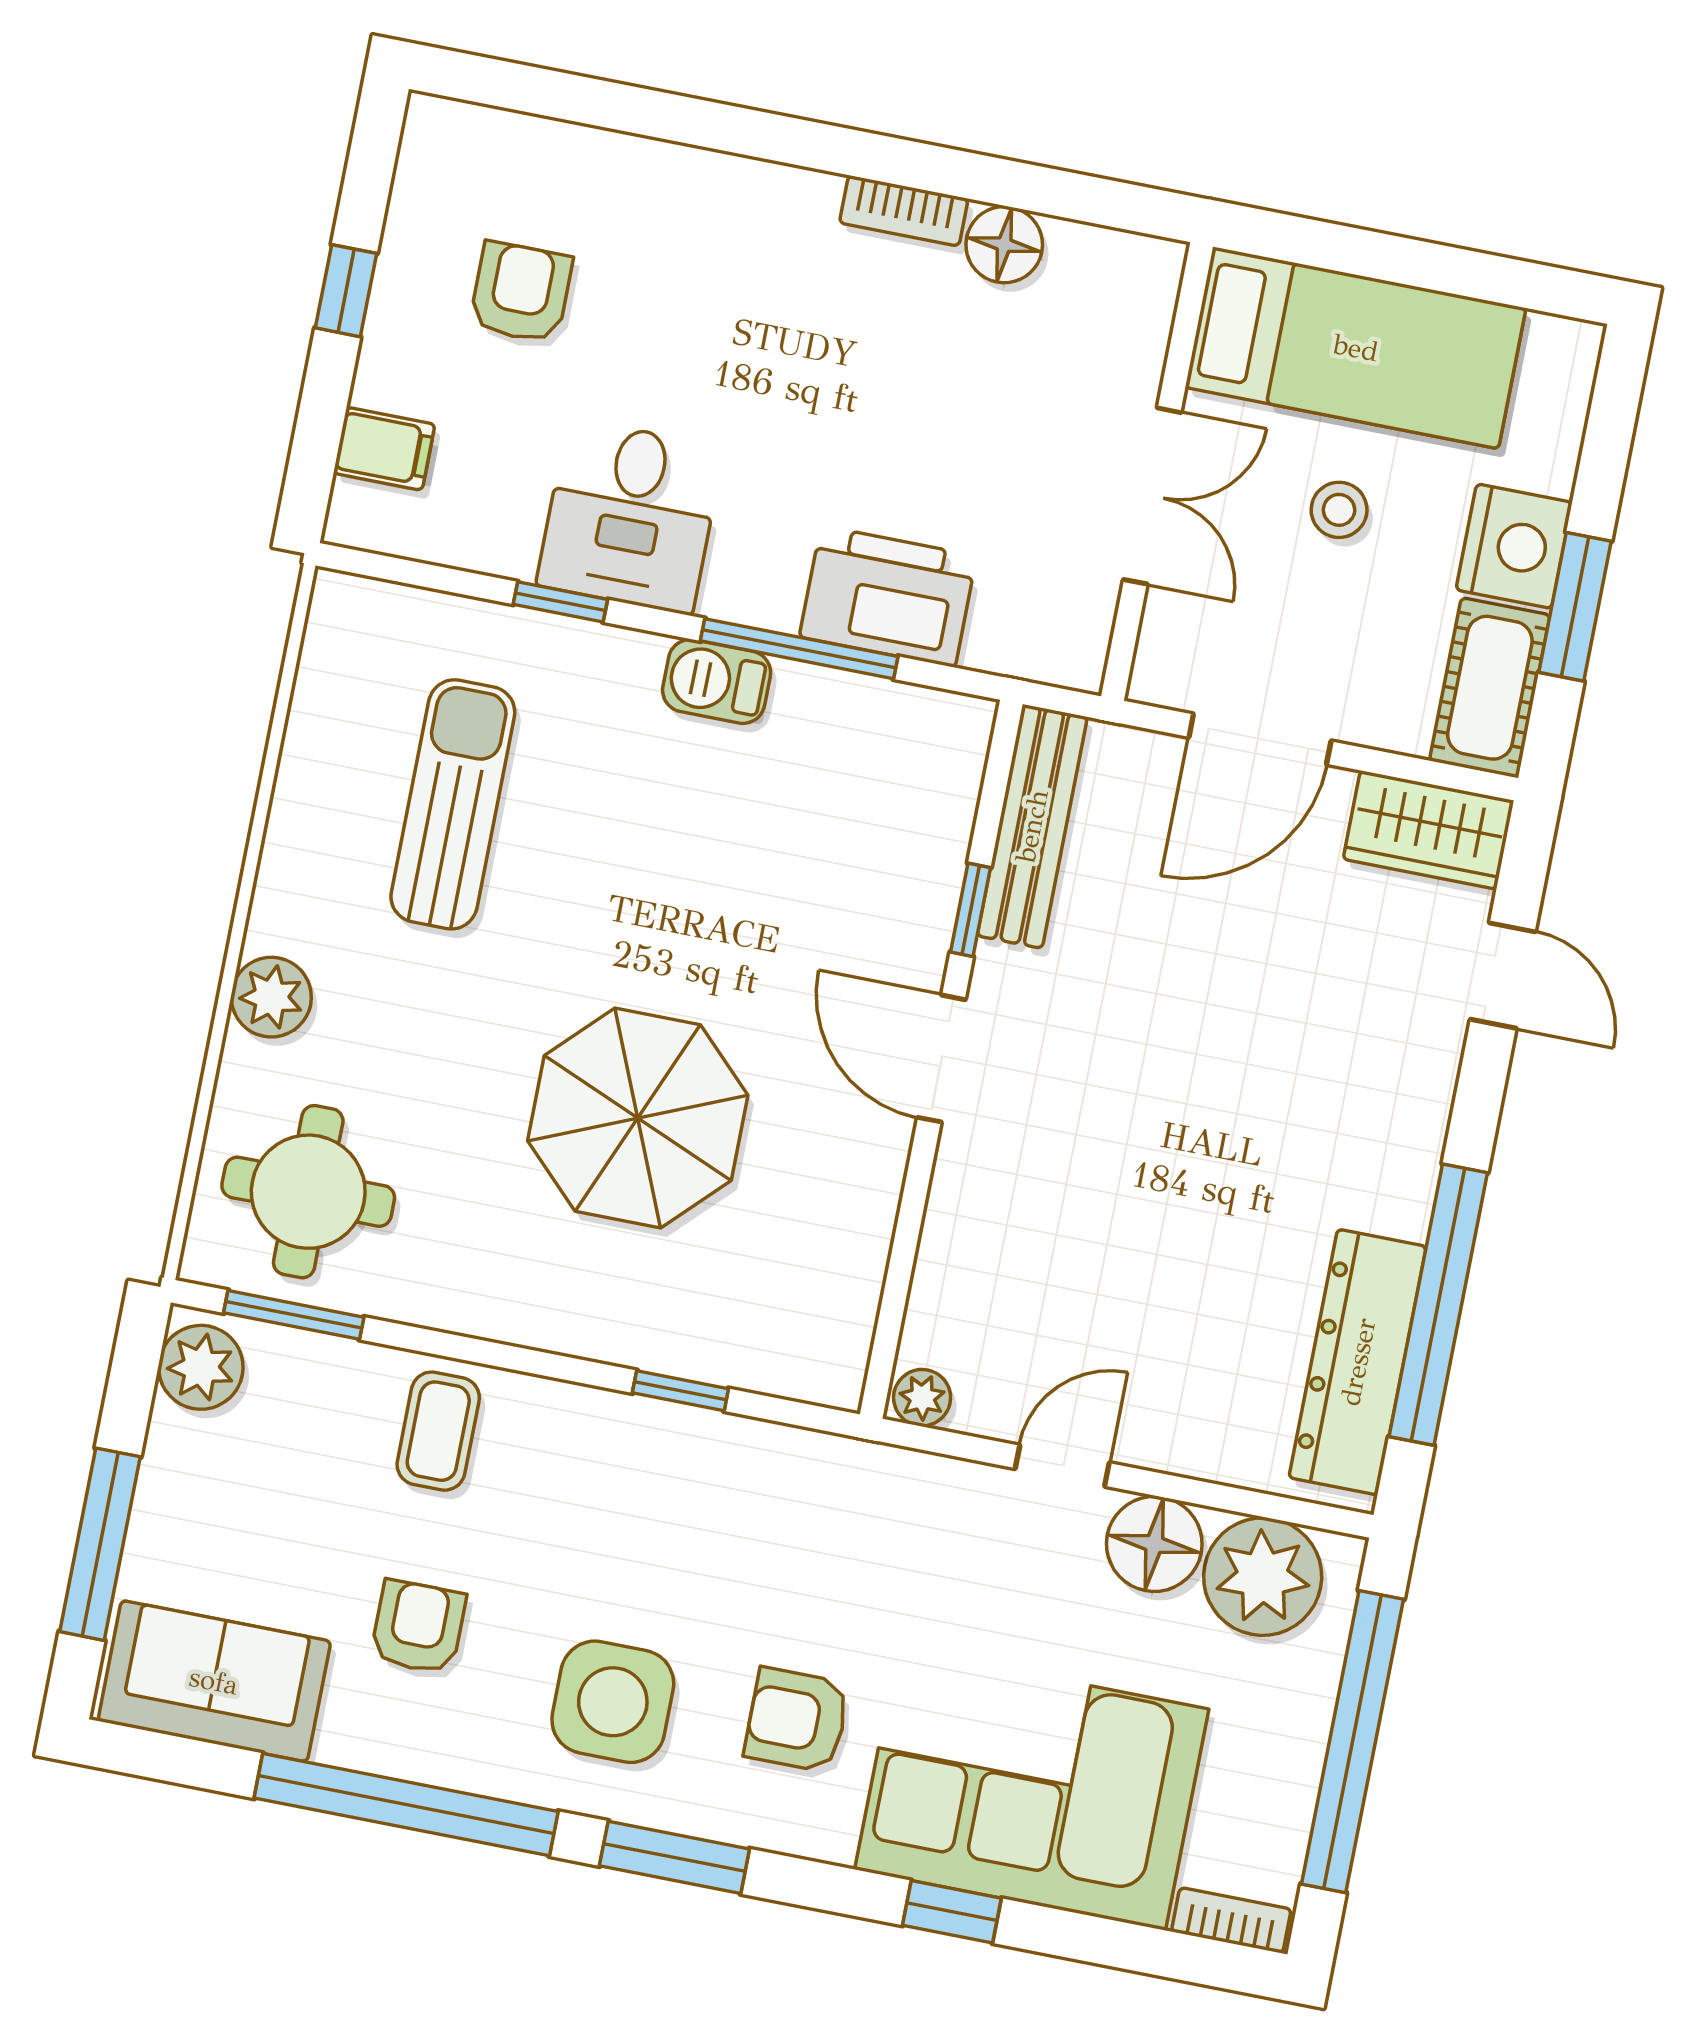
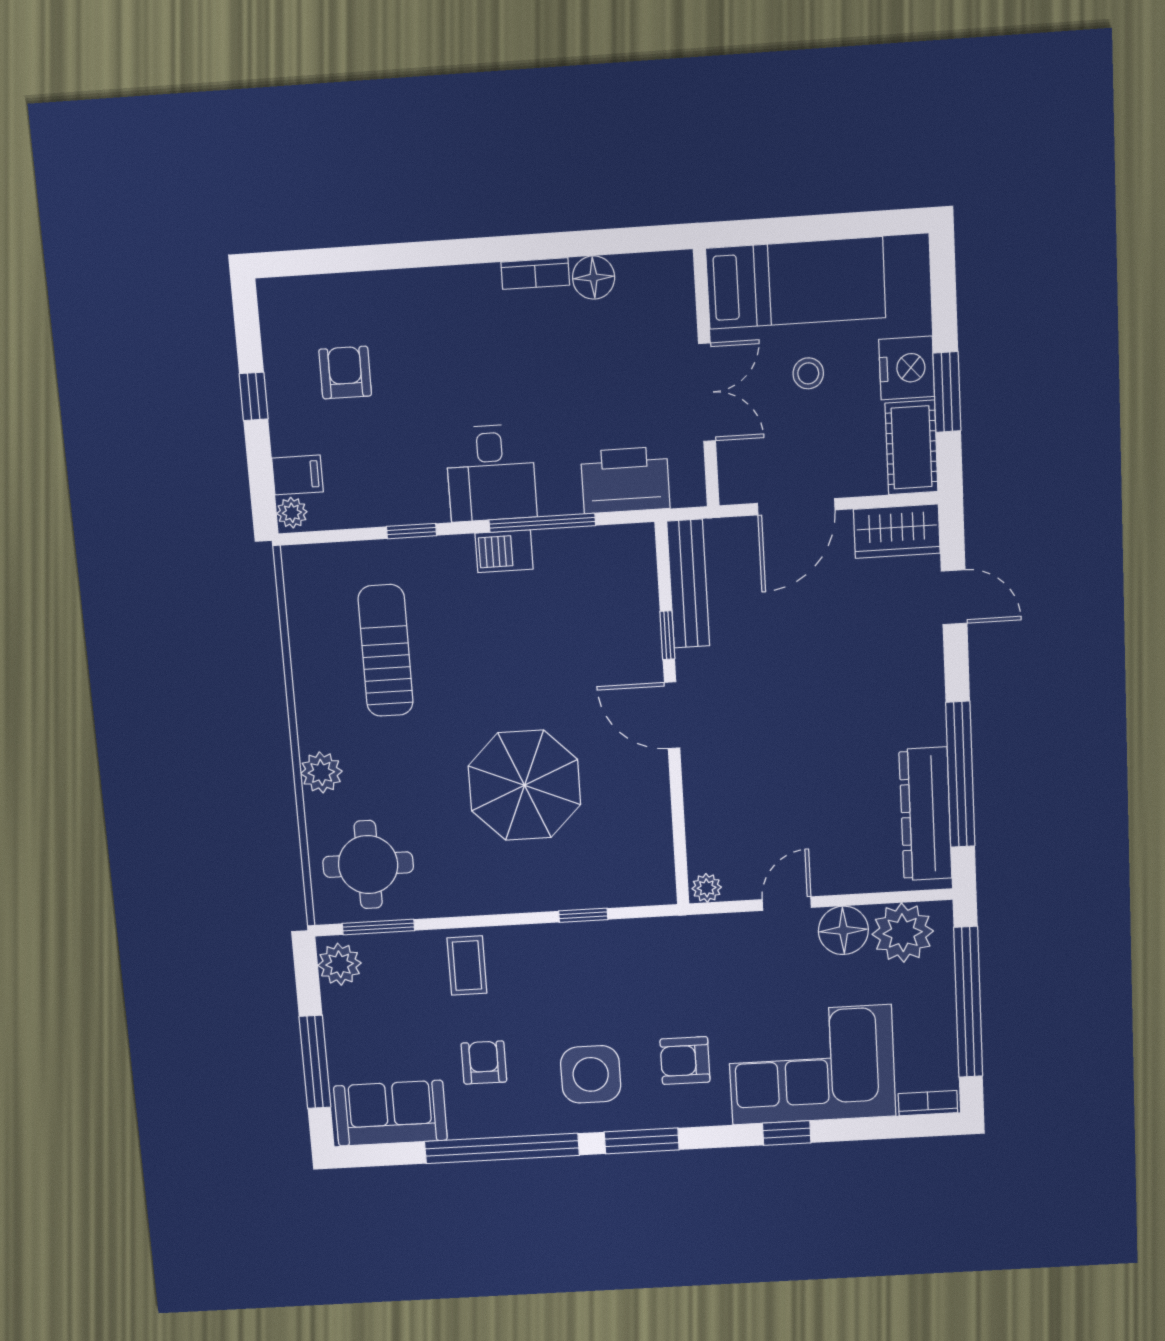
plant: (355, 513) -> (292, 513), added
desk: (630, 516) -> (491, 473), moved
printer: (888, 596) -> (625, 480), moved

